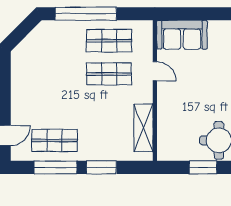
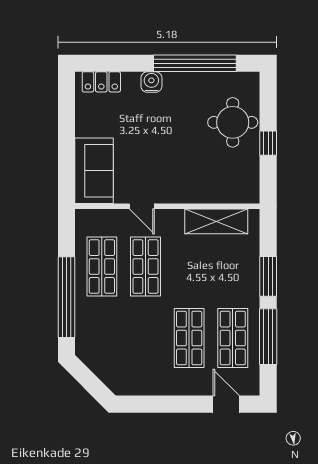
door: (155, 71) -> (142, 206), swing flipped
shop shelf: (55, 107) -> (189, 338), added
window: (203, 167) -> (268, 143), width x0.67

